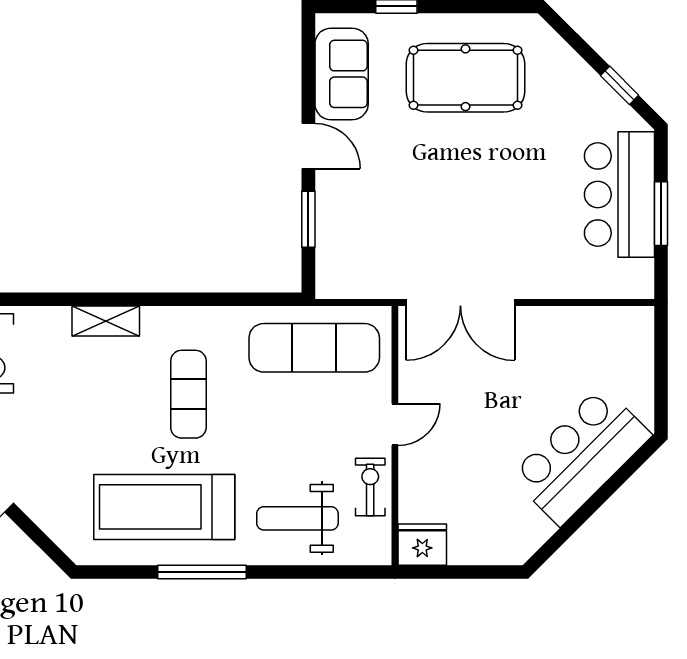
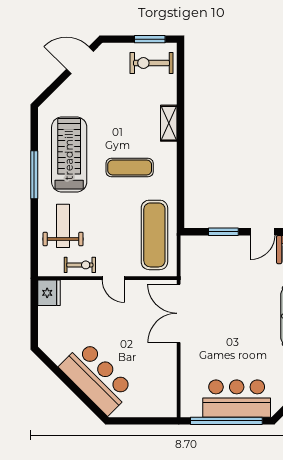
window: (661, 214) -> (226, 421), width x2.11

